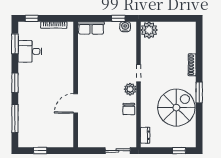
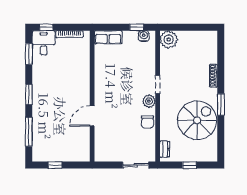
desk: (30, 51) -> (44, 43), moved, turned 90
window: (179, 151) -> (189, 165), moved

